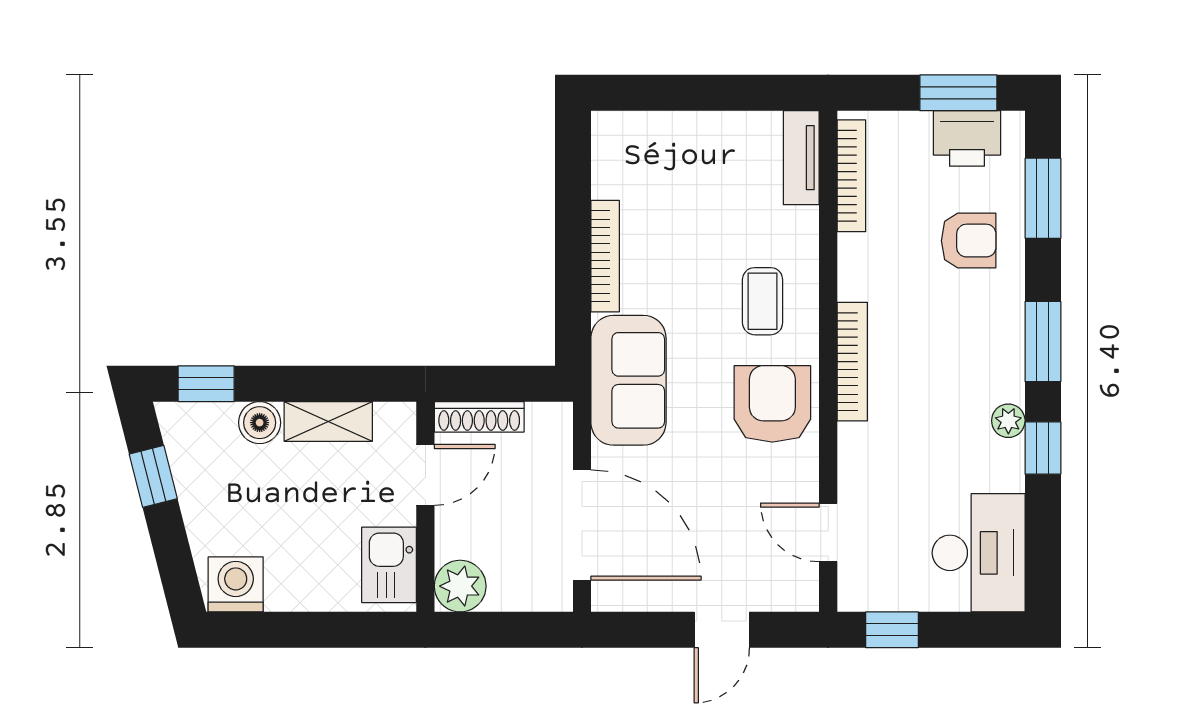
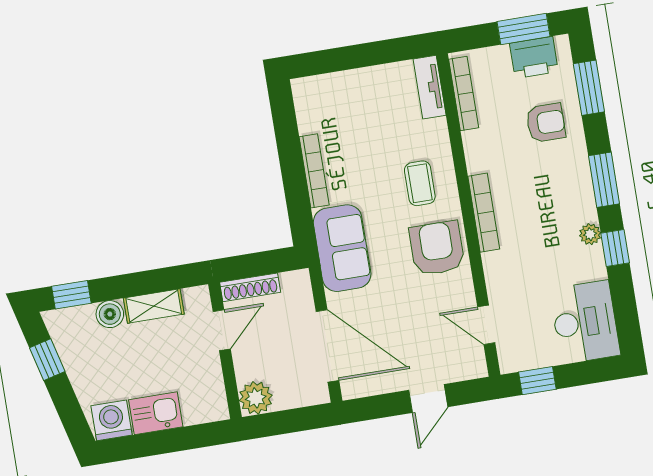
kitchen sink: (389, 565) -> (156, 413), moved, turned 90

